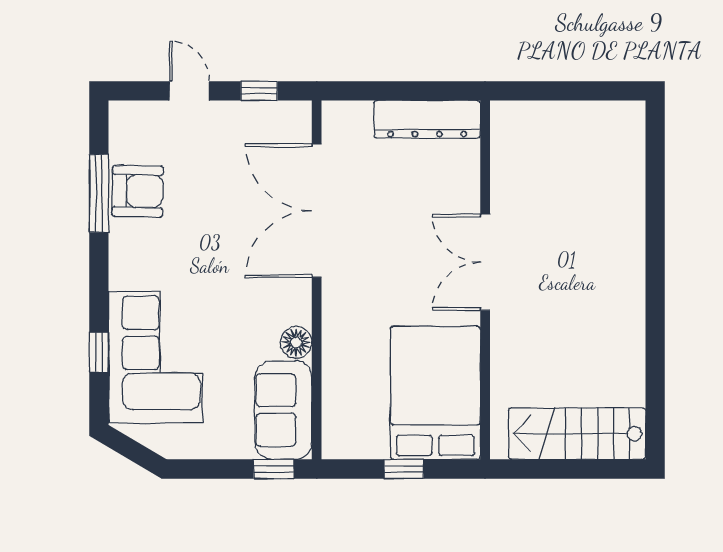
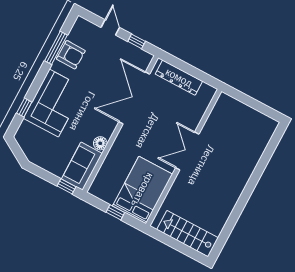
dresser: (427, 119) -> (179, 78), moved
corner sofa: (155, 357) -> (54, 103), moved

